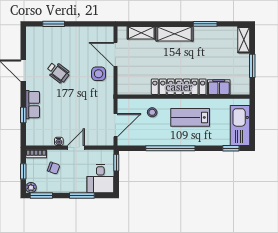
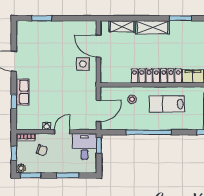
wheelchair: (58, 72) -> (46, 63), removed
desk: (100, 179) -> (85, 146), moved, turned 180

